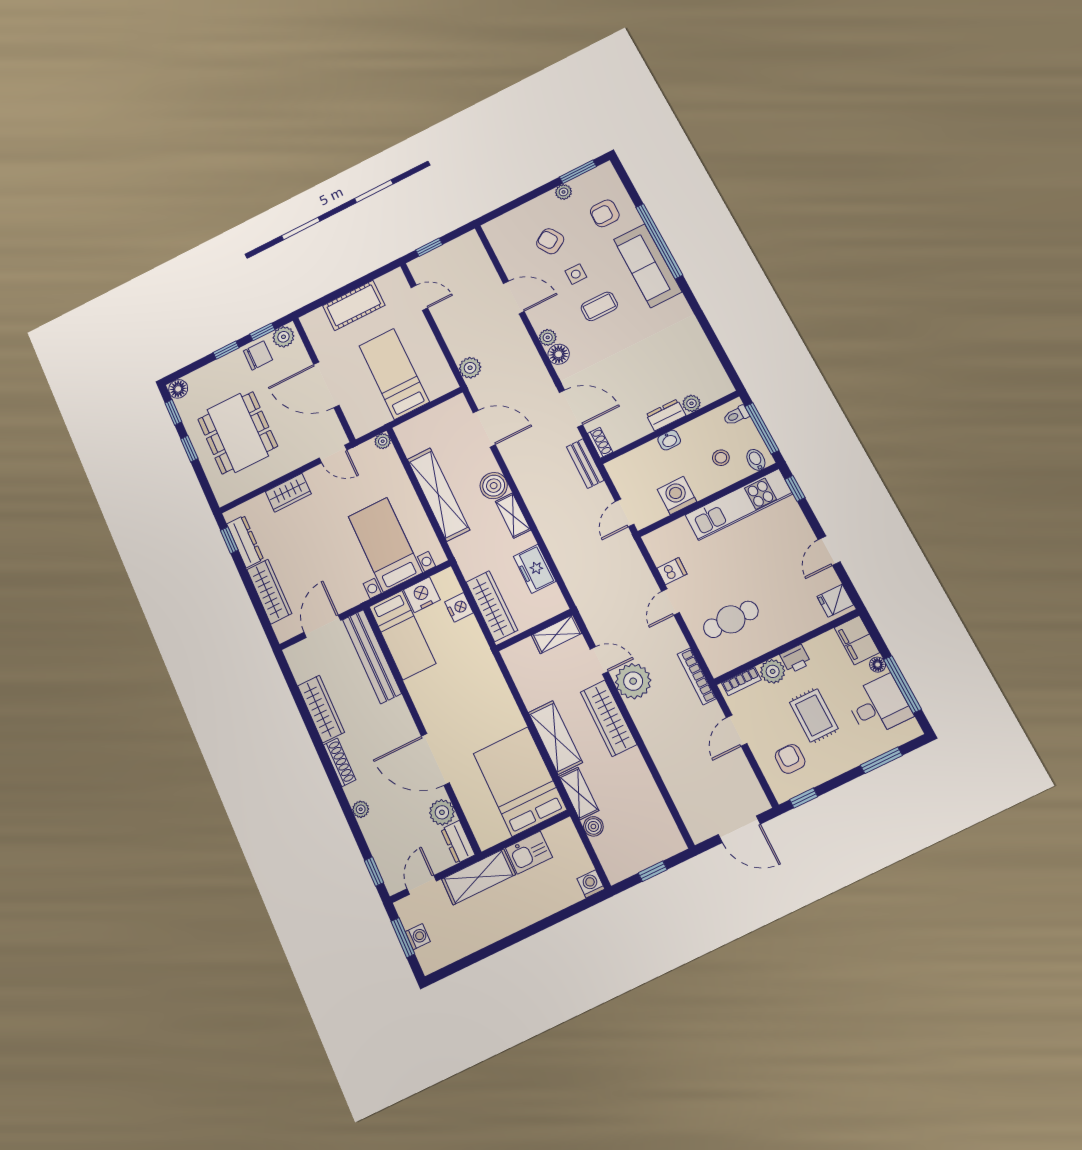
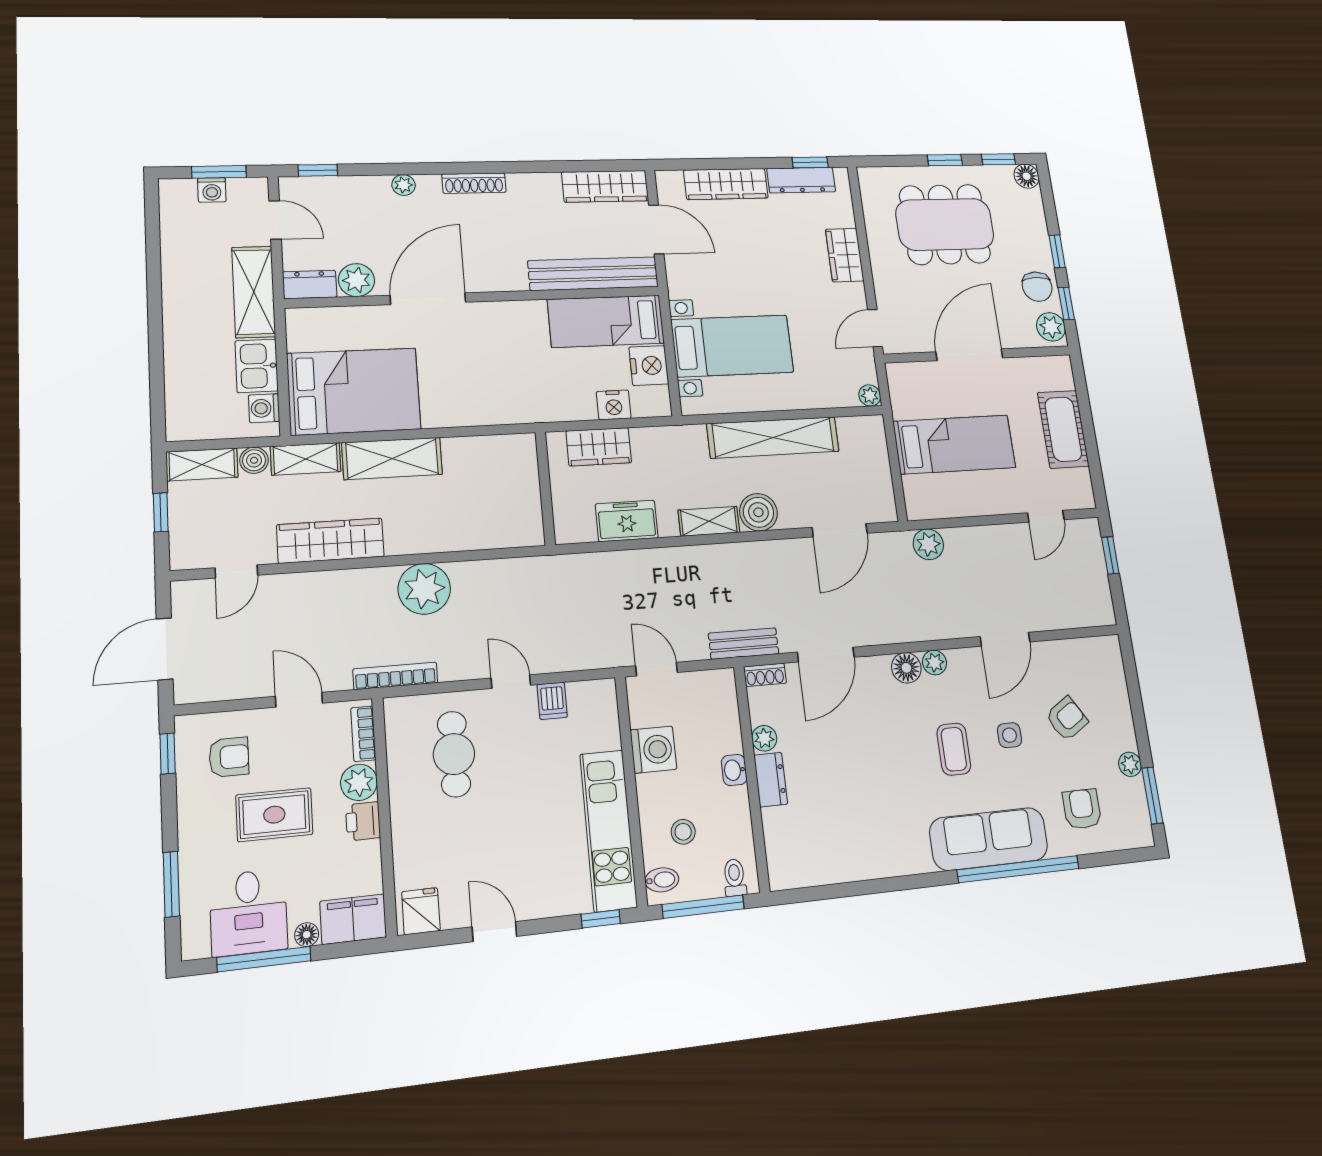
plant: (691, 403) -> (764, 738), moved
wardrobe: (492, 606) -> (599, 447), width x0.67
shelving: (557, 634) -> (202, 465), moved, turned 90
door: (599, 660) -> (236, 571), moved
wardrobe: (321, 709) -> (605, 186), moved
wardrobe: (609, 718) -> (330, 541), moved
washing machine: (591, 884) -> (264, 408), moved, turned 180

